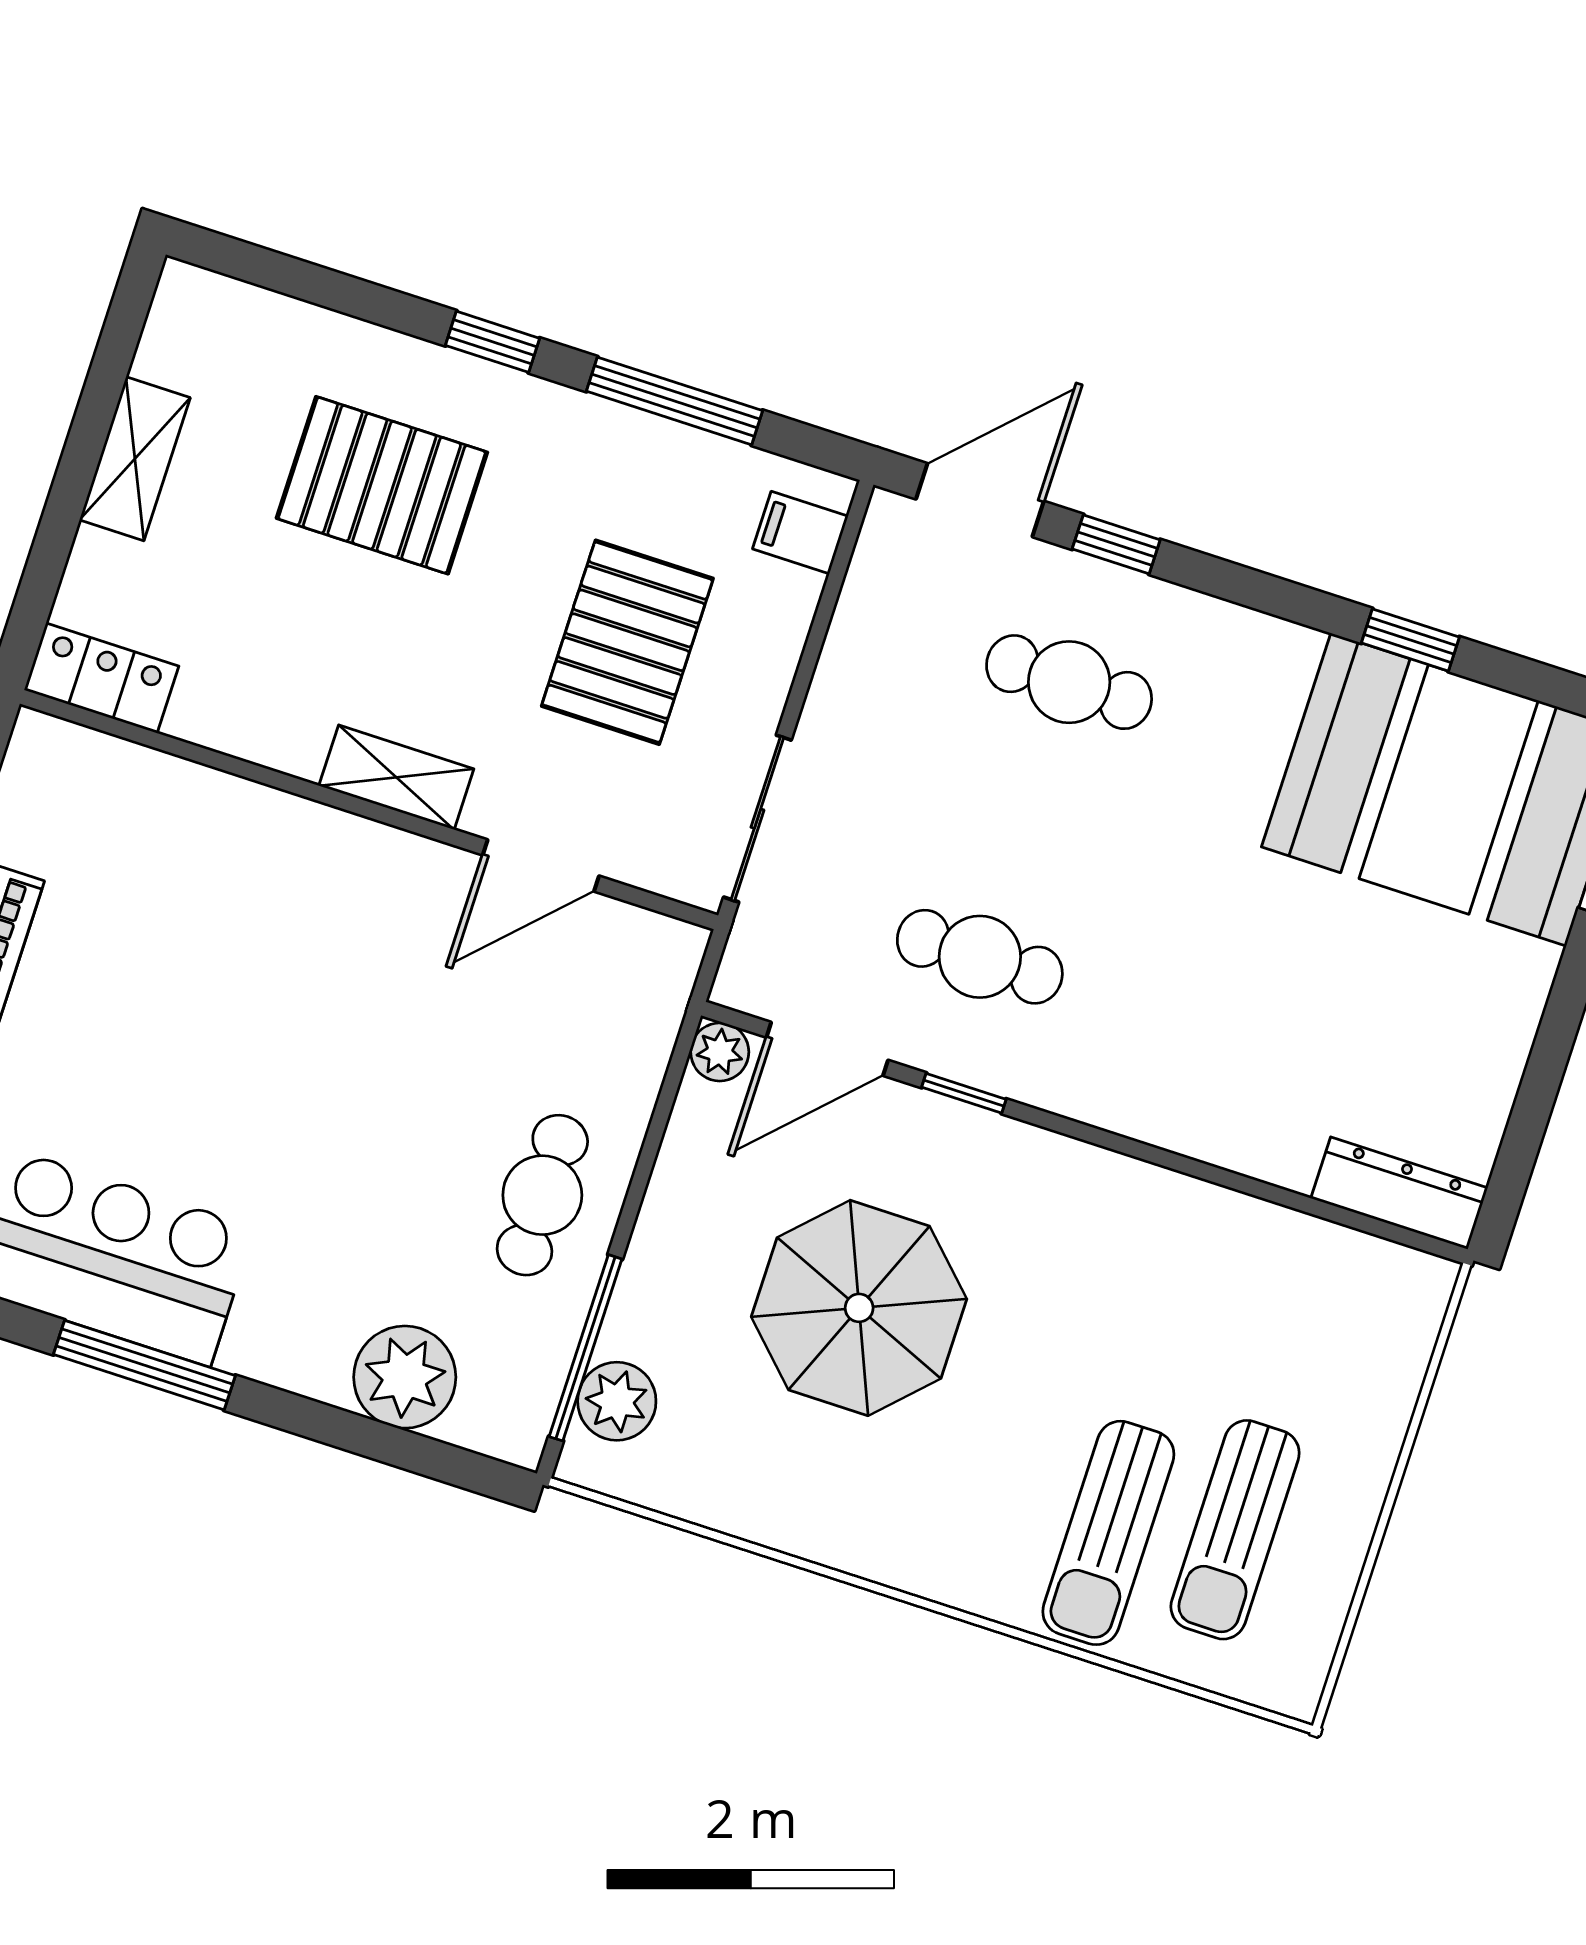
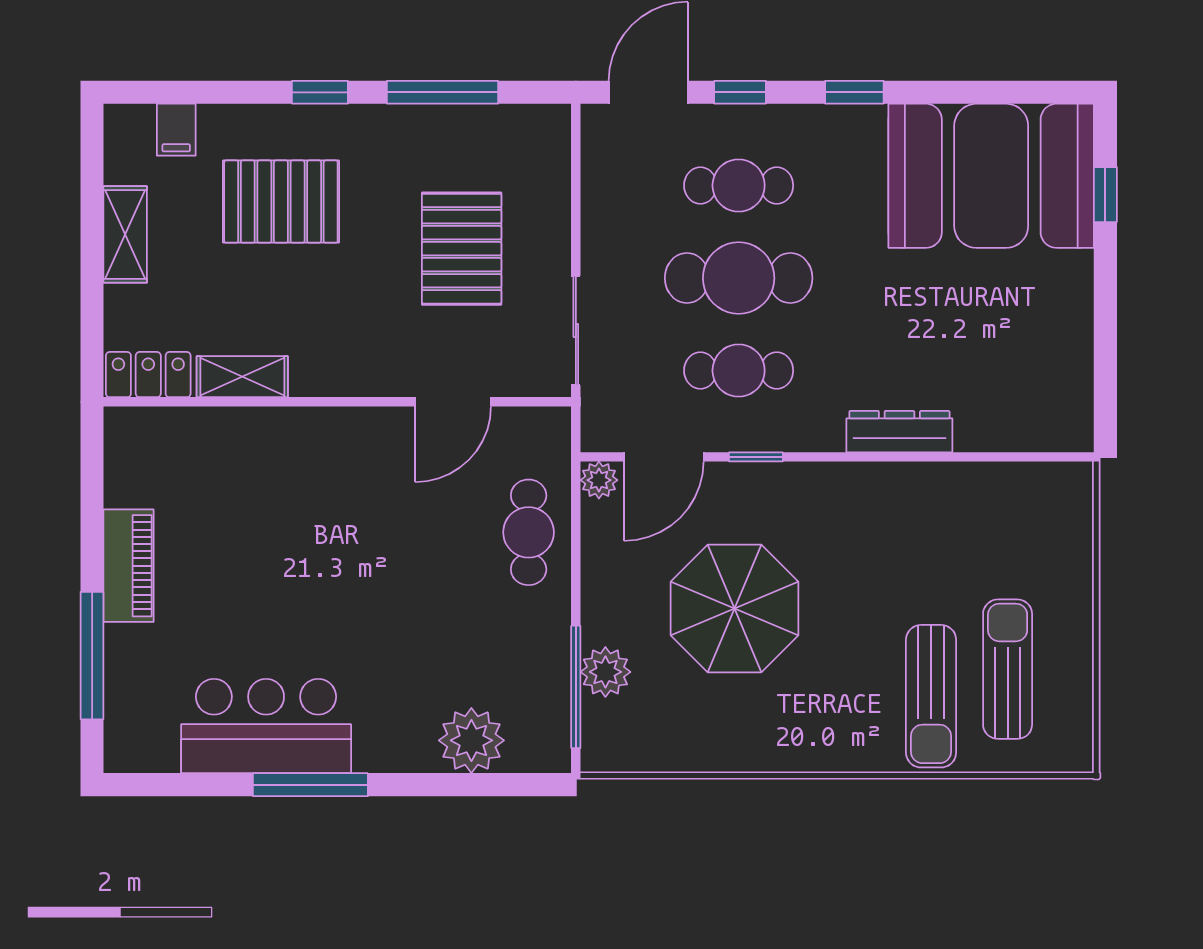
filing cabinet: (800, 533) -> (176, 130), moved, turned -90
window: (1410, 640) -> (854, 92), moved
shelving: (396, 777) -> (242, 377), moved
cafe table: (1024, 819) -> (739, 278), added
dresser: (1399, 1193) -> (899, 432), moved
cafe table: (542, 1195) -> (529, 532), moved
plant: (617, 1401) -> (605, 672), moved
sun lounger: (1235, 1530) -> (1008, 669), turned 180

